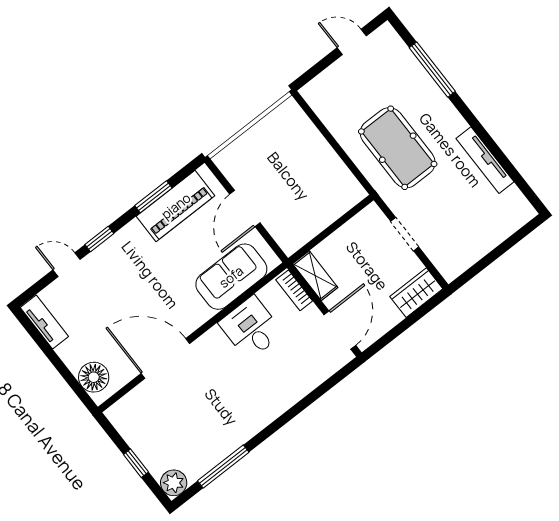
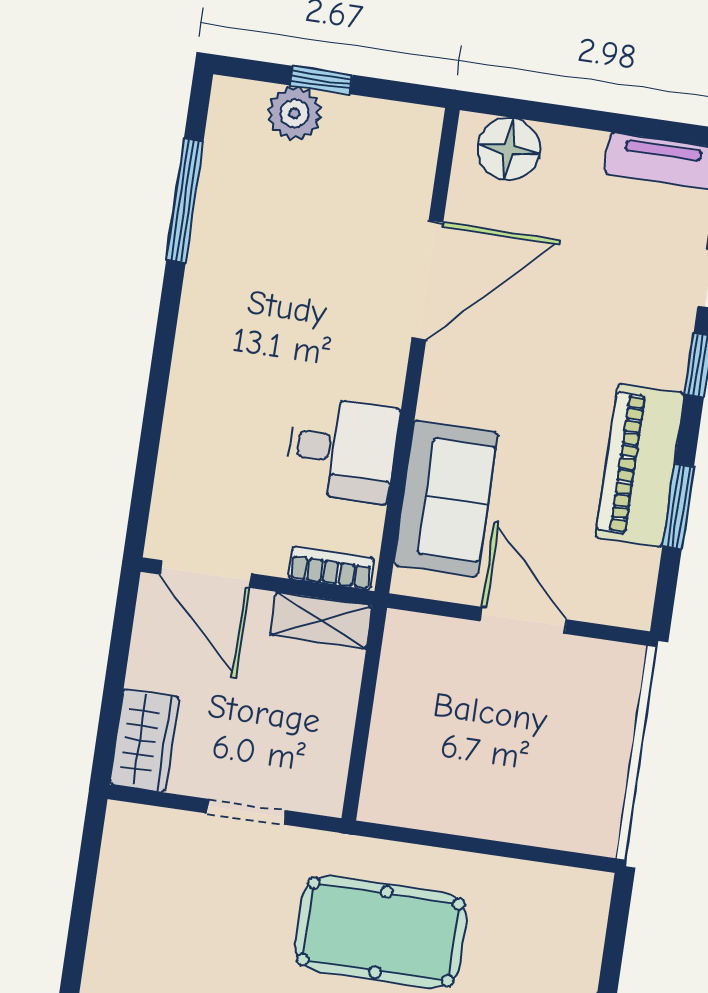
piano: (176, 206) -> (640, 466), moved
plant: (174, 483) -> (295, 113), moved

